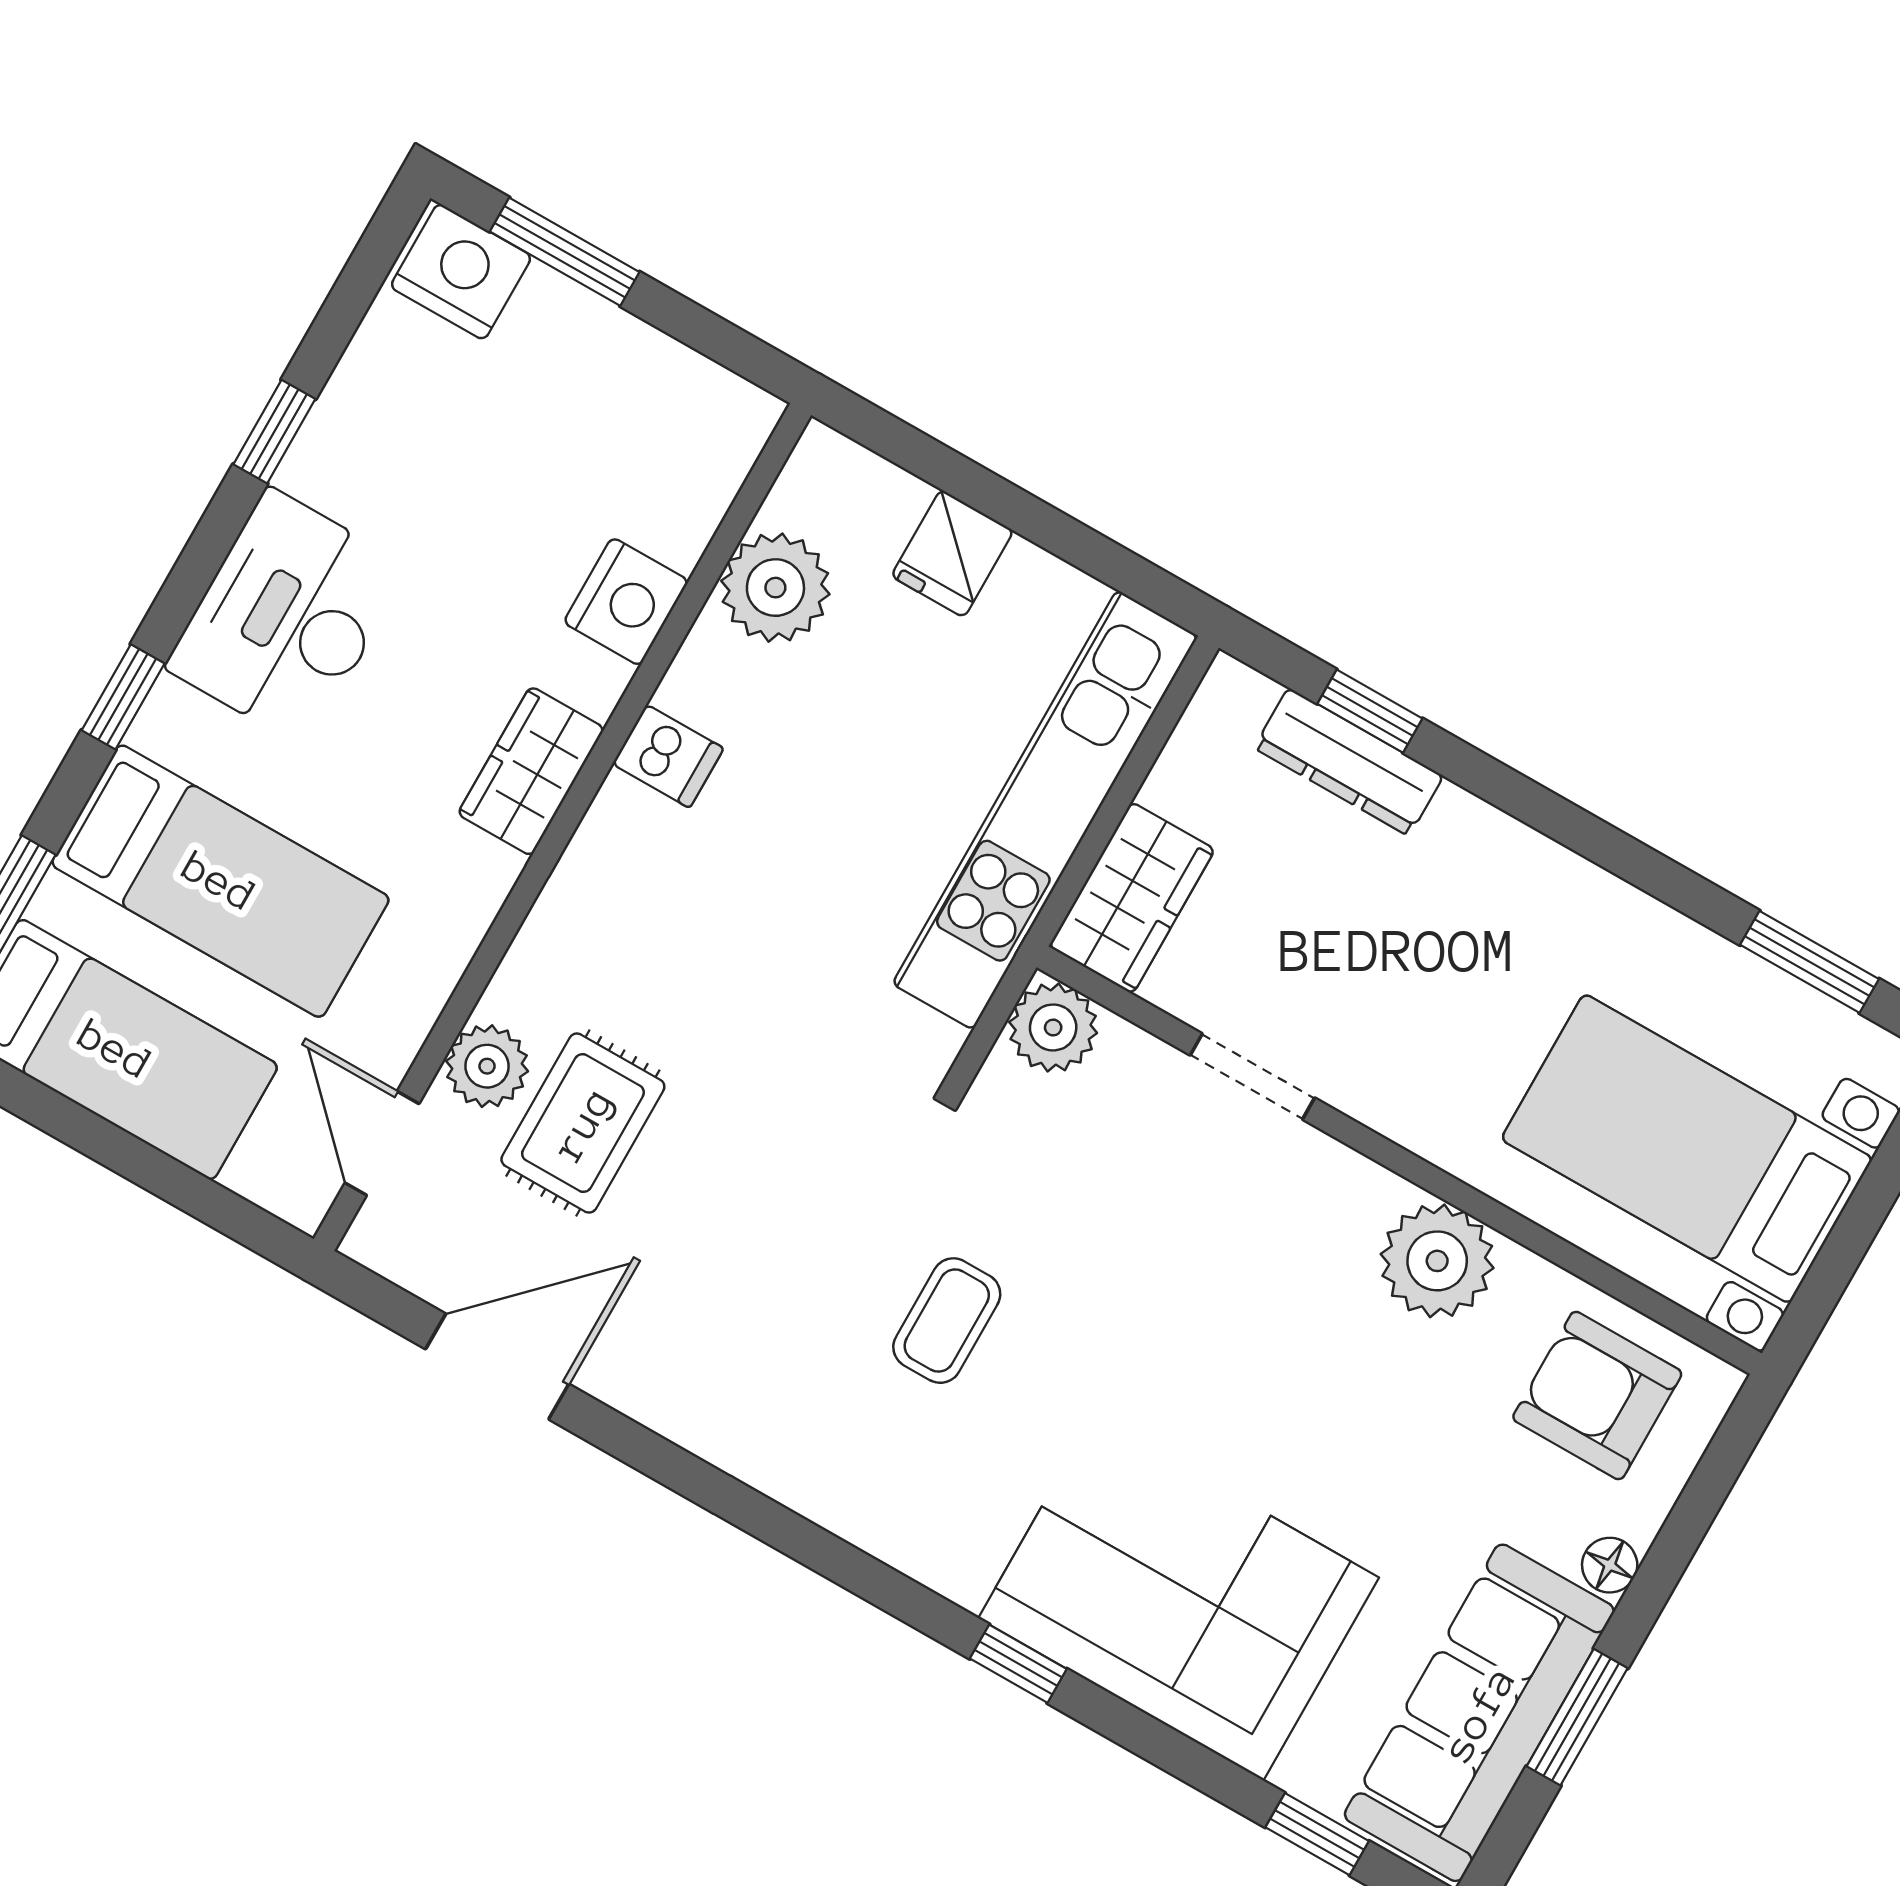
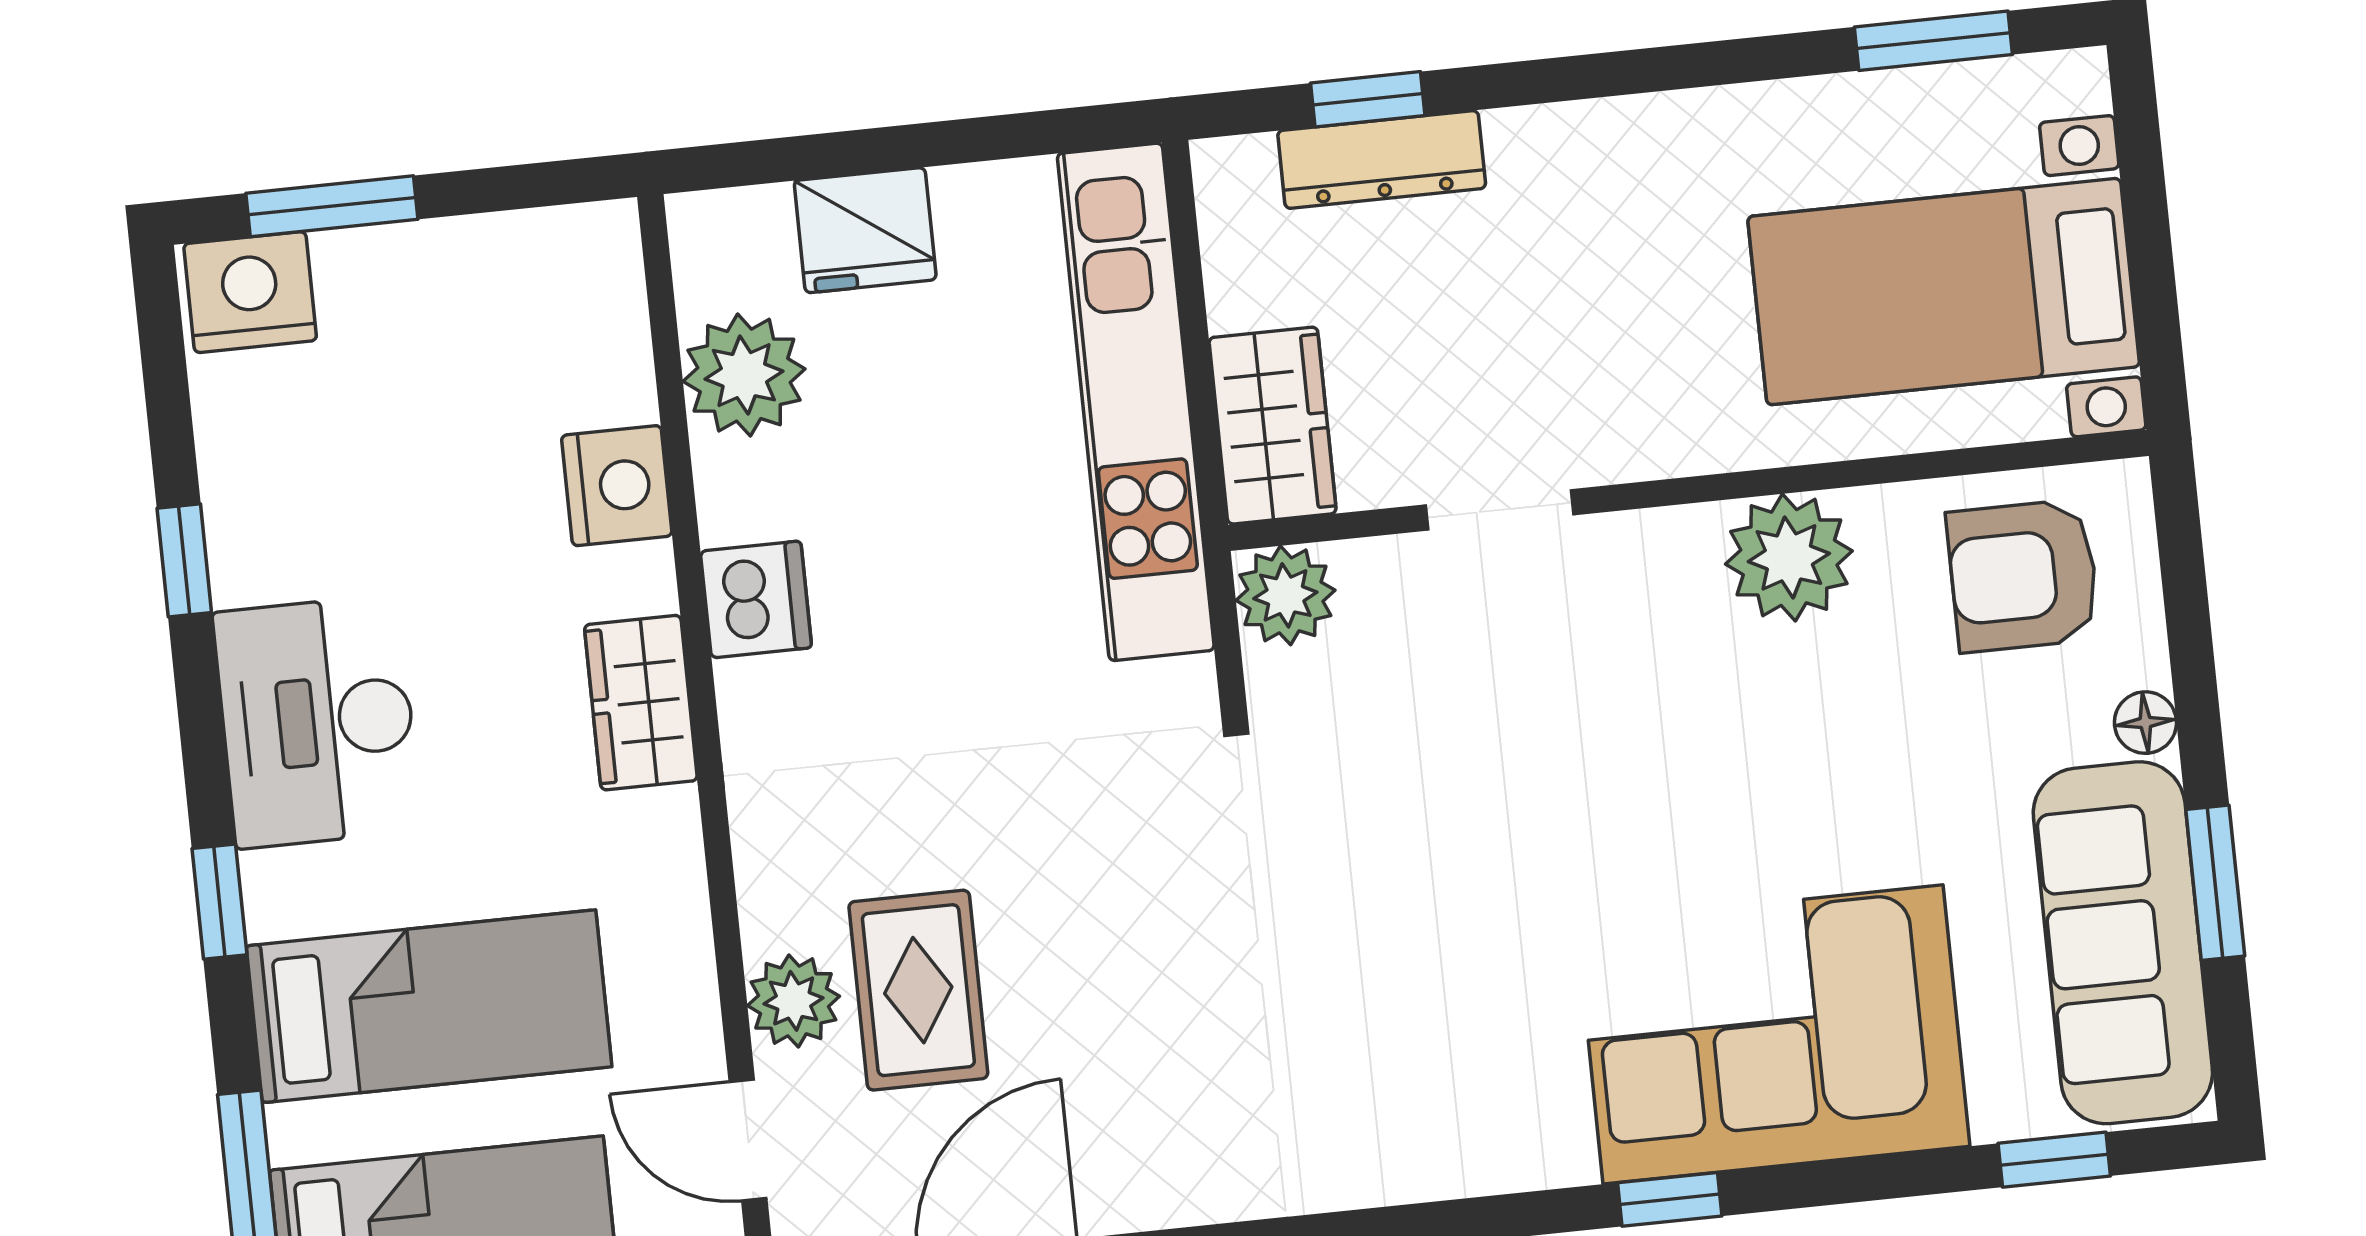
fridge: (952, 554) -> (865, 230), width x1.38
dishwasher: (668, 756) -> (756, 599), width x1.38
coffee table: (947, 1321) -> (1380, 933), removed

